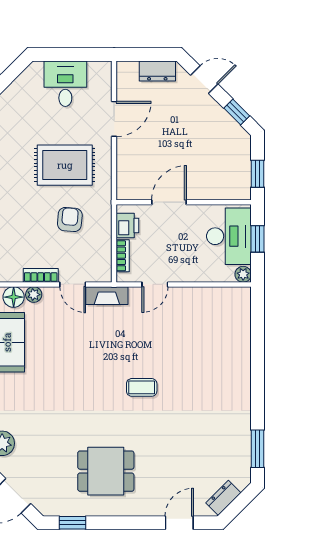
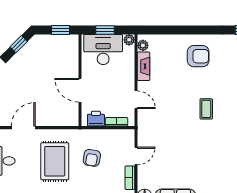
door: (114, 119) -> (23, 128), hinge flipped
armchair: (70, 219) -> (92, 158), turned -86
plant: (34, 295) -> (143, 45), moved
fireplace: (107, 296) -> (144, 66), moved
armchair: (219, 376) -> (198, 56), added

